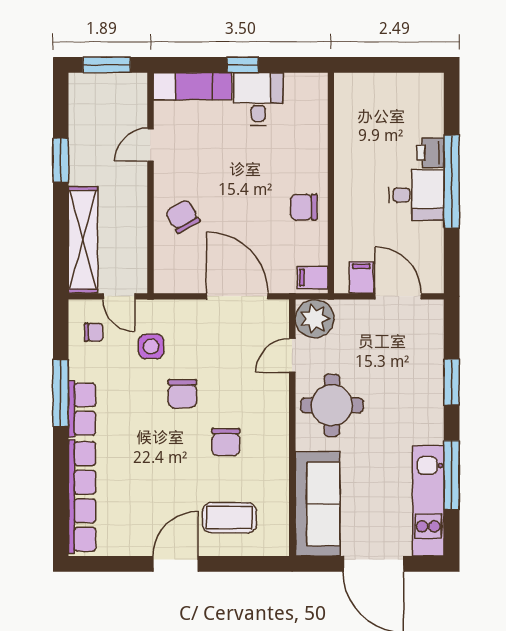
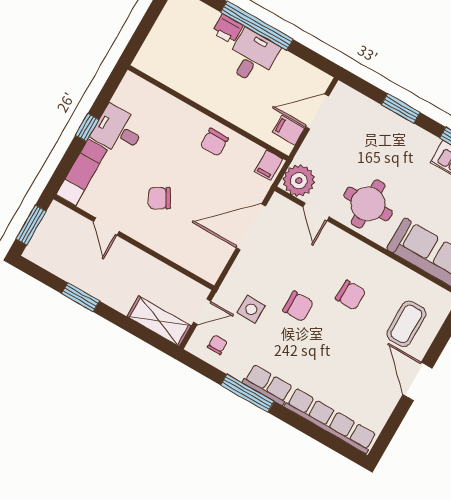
chair: (183, 216) -> (159, 198), moved
shelving: (83, 240) -> (159, 321), width x0.68

